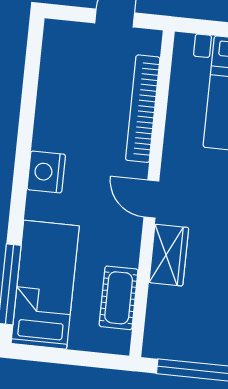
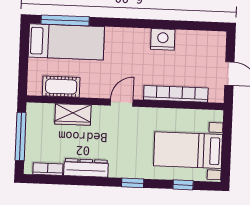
nightstand: (46, 172) -> (163, 39), moved
wardrobe: (169, 255) -> (73, 114), moved

